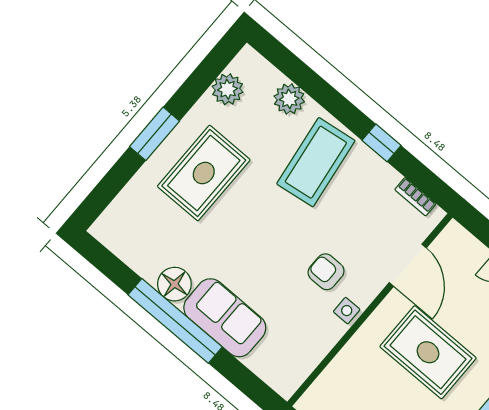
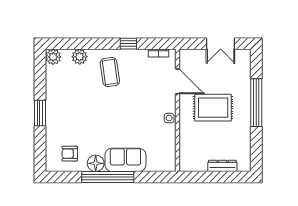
plant: (228, 89) -> (53, 57), moved
coffee table: (316, 162) -> (110, 72), width x0.73, depth x0.76
rug: (204, 173) -> (71, 112), removed
armchair: (326, 272) -> (70, 154), moved

